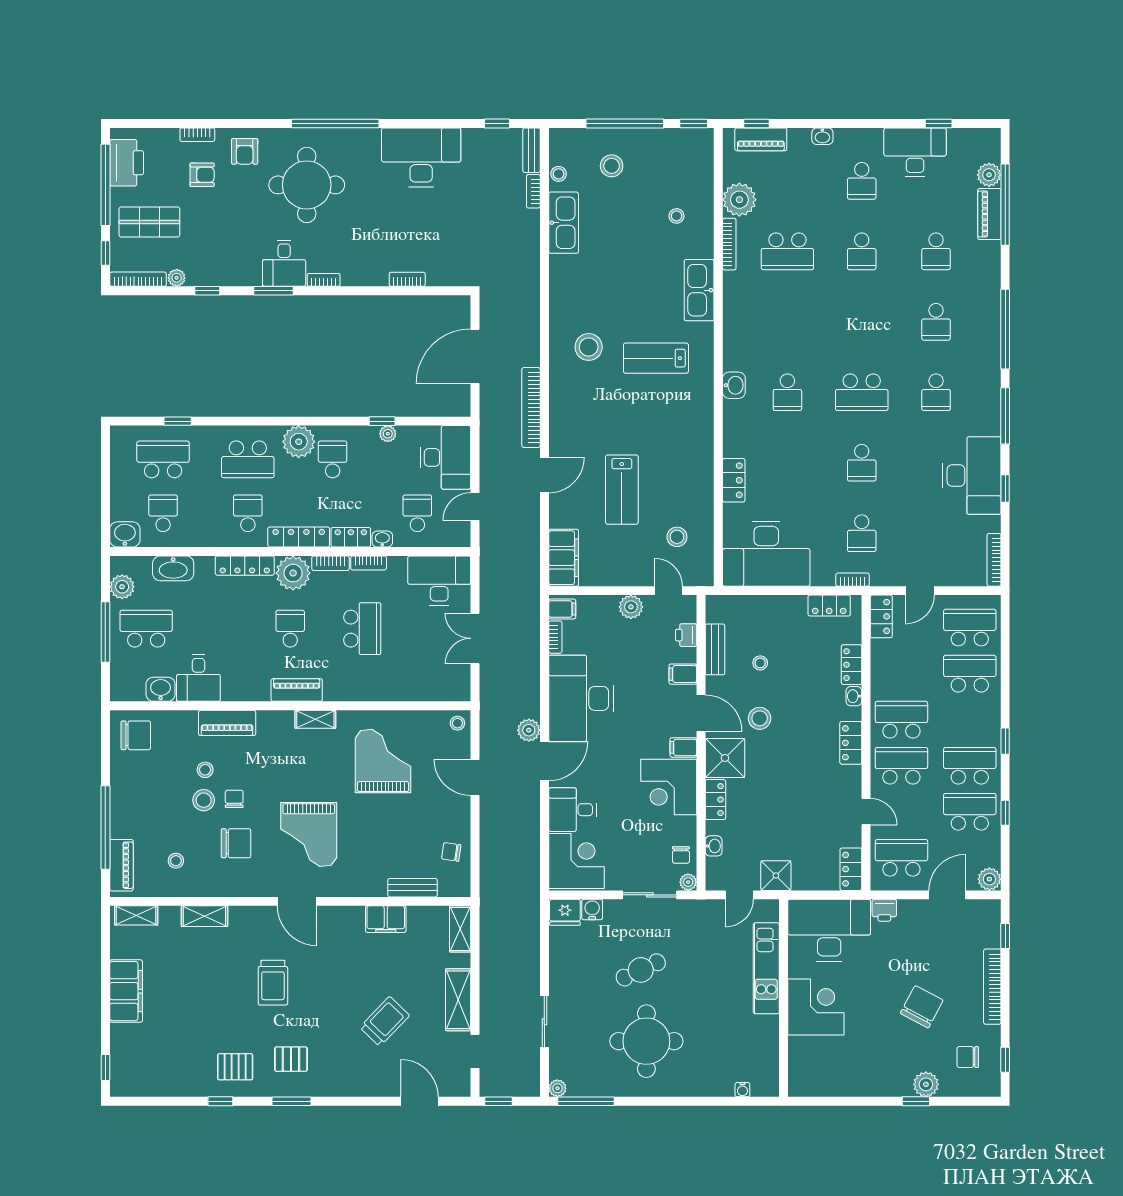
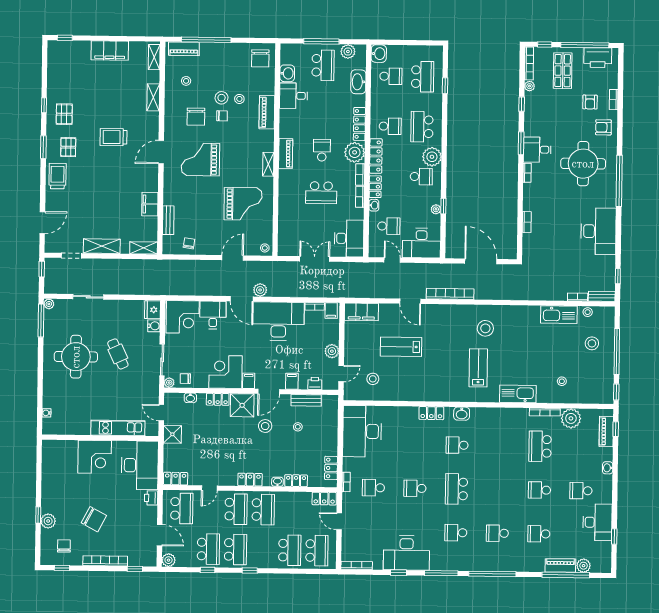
locker: (734, 480) -> (431, 413), moved
school desk: (290, 629) -> (322, 150), turned -90
trolley: (385, 1021) -> (58, 176), moved, turned -134

